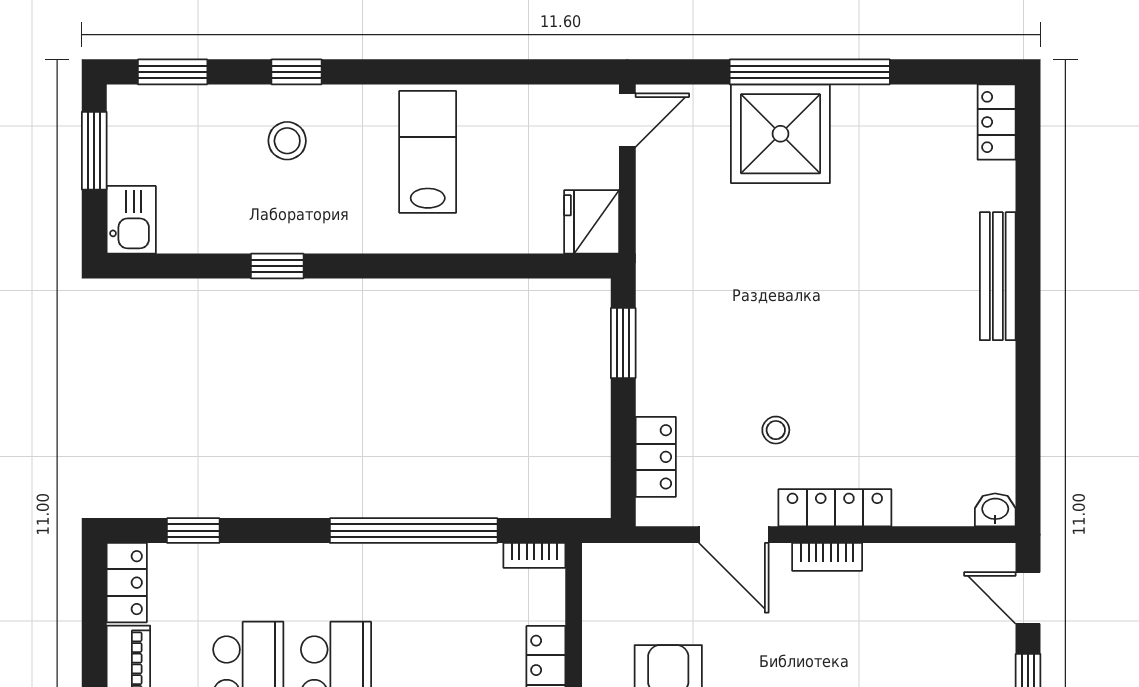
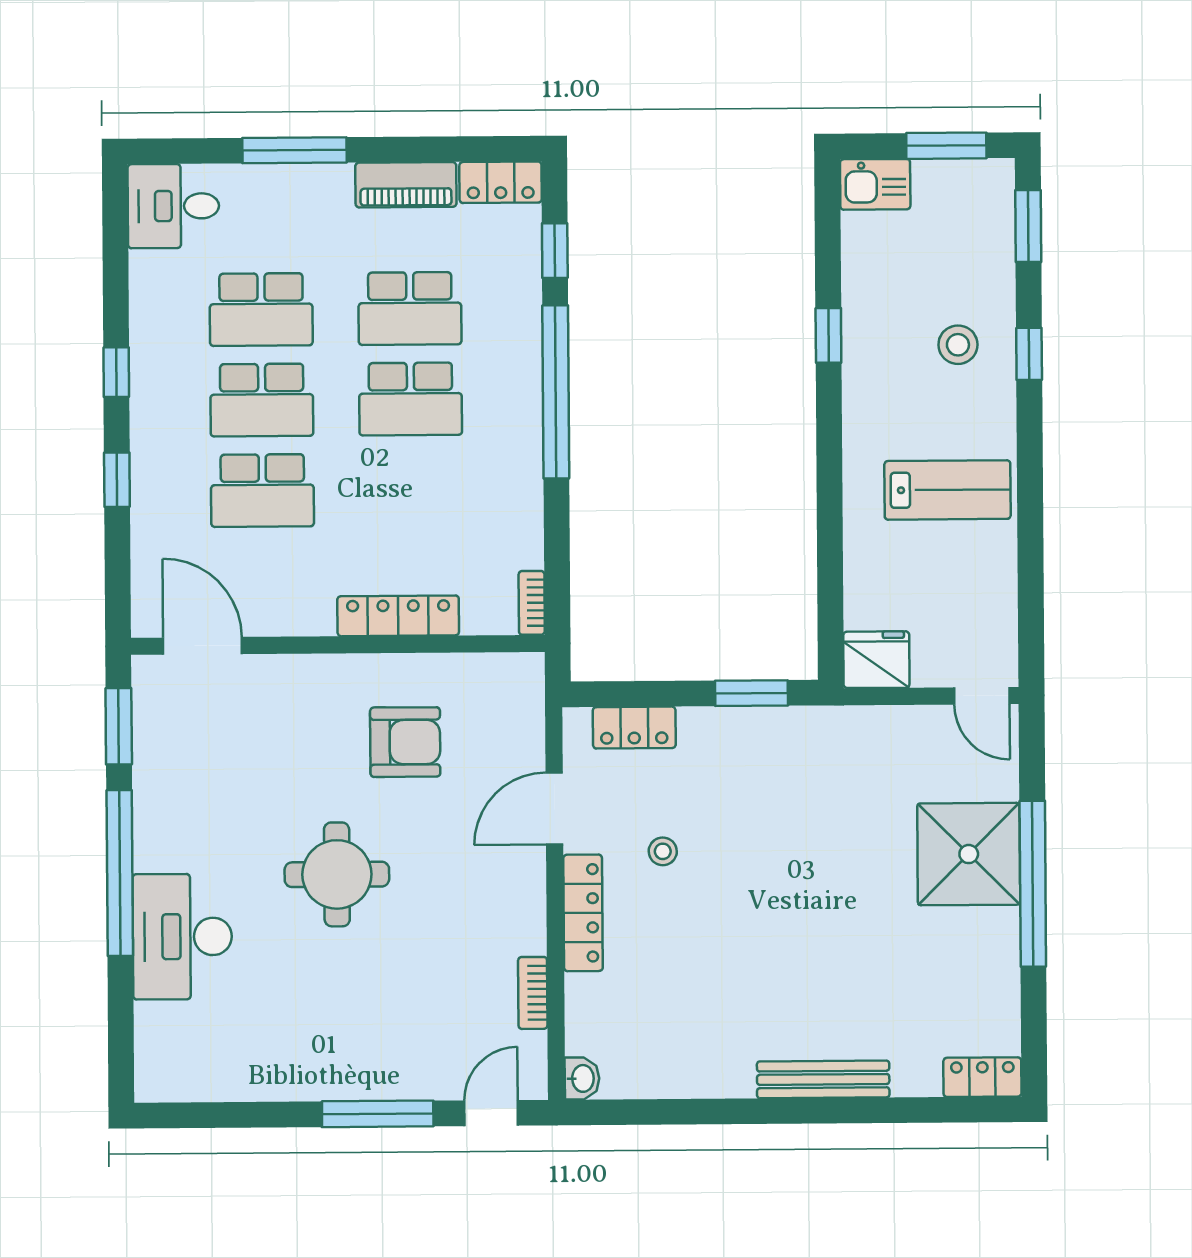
window: (414, 531) -> (556, 392), moved
bookcase: (827, 557) -> (533, 993), moved

